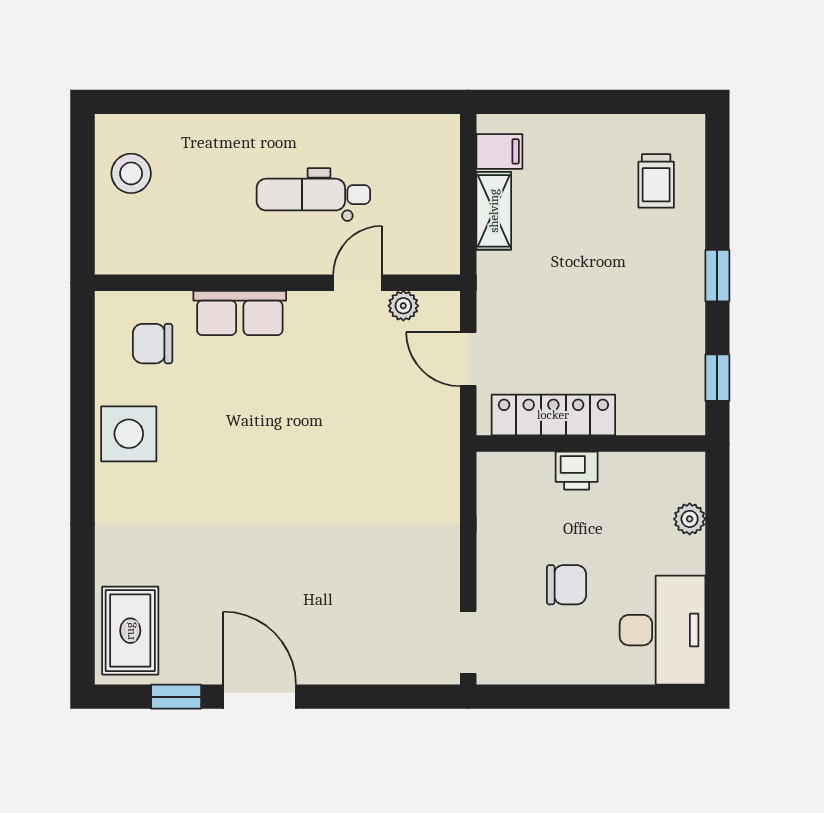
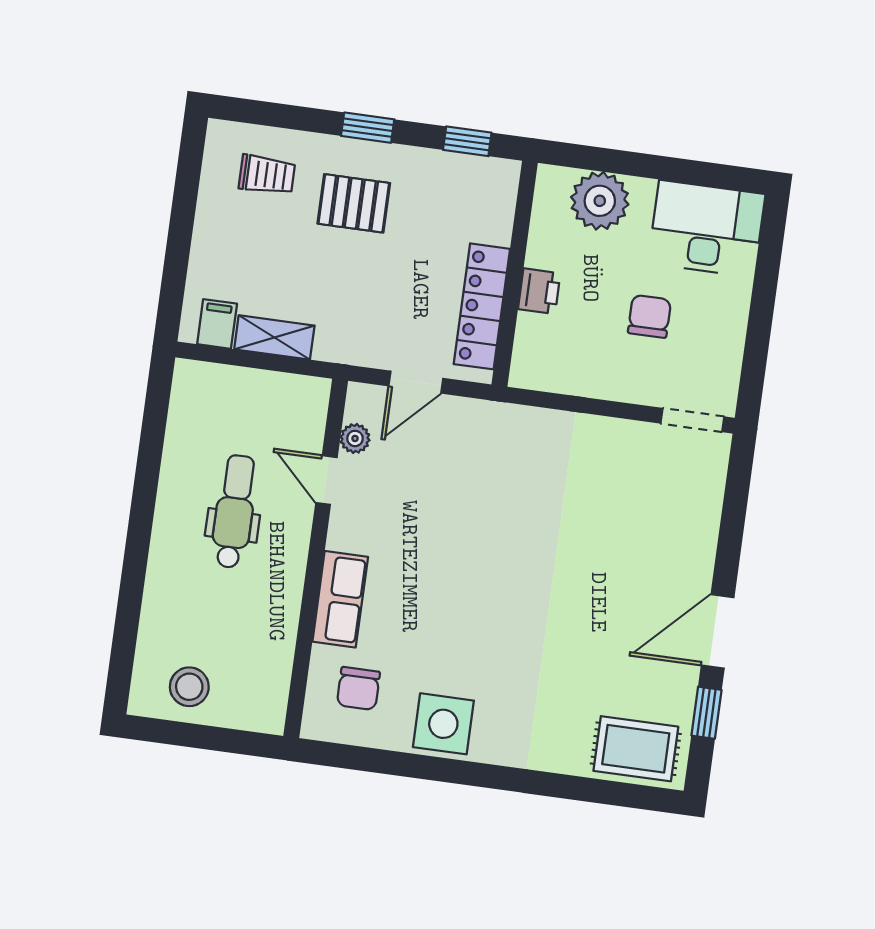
dental chair: (313, 195) -> (234, 511), turned 180
pallet: (639, 272) -> (354, 203), added
plant: (690, 519) -> (600, 201), width x1.88, depth x1.88

